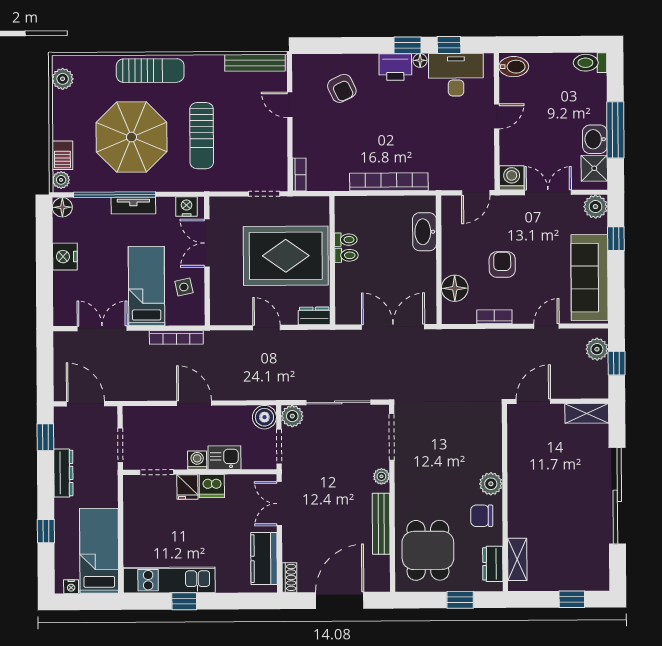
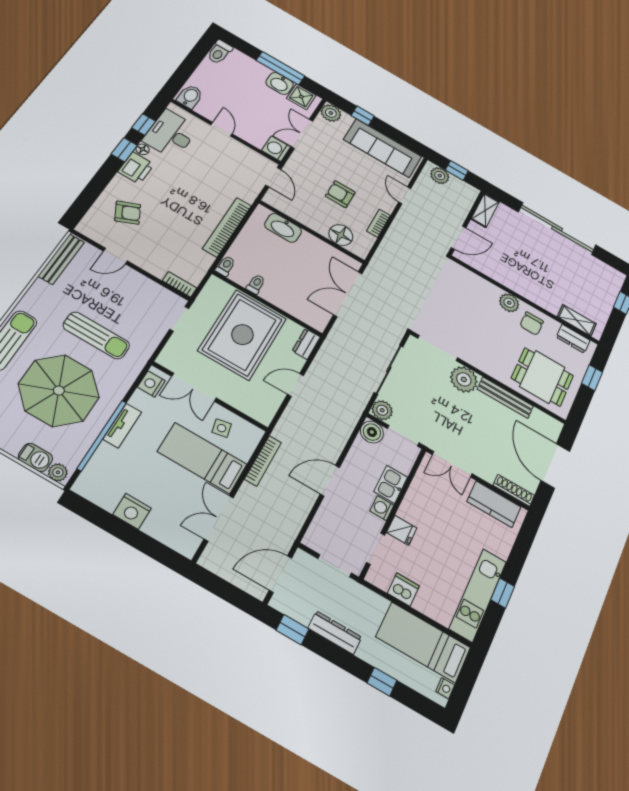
floor lamp: (62, 207) -> (84, 486), removed
toilet: (346, 255) -> (225, 266), moved
door: (533, 401) -> (459, 238), swing flipped
plant: (381, 476) -> (464, 379), width x1.88, depth x1.88
dishwasher: (212, 486) -> (403, 590), moved, turned -90
shoe rack: (289, 577) -> (514, 490), width x1.43

